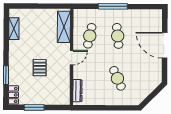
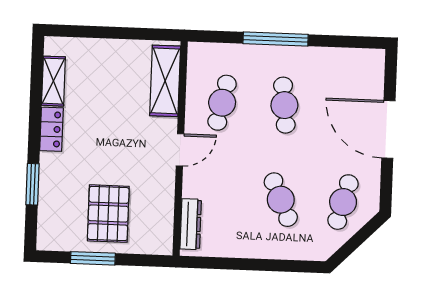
pallet: (40, 68) -> (108, 214), moved, width x1.50, depth x1.42
cafe table: (145, 78) -> (343, 202), added
locker: (13, 95) -> (52, 129), moved

